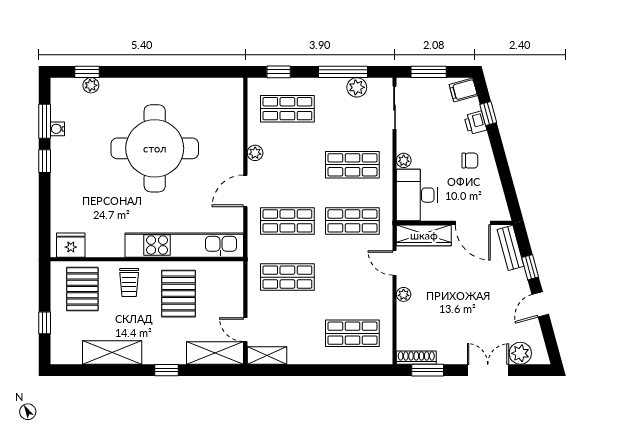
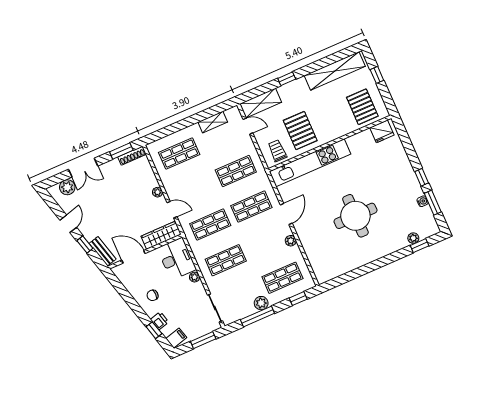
plant: (357, 87) -> (261, 303), moved
round table: (155, 148) -> (355, 216), width x0.73, depth x0.73
trolley: (129, 283) -> (277, 151), moved
shelving: (112, 353) -> (335, 71), width x1.47
shelving: (267, 355) -> (213, 122), moved

